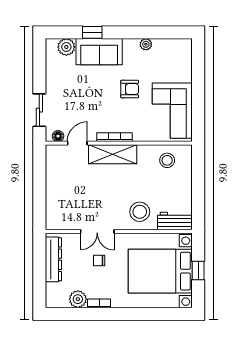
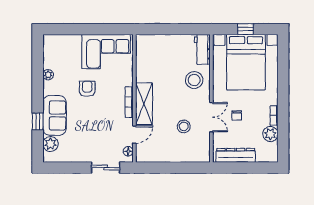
door: (77, 143) -> (134, 135), swing flipped
stool: (167, 160) -> (184, 126), moved

